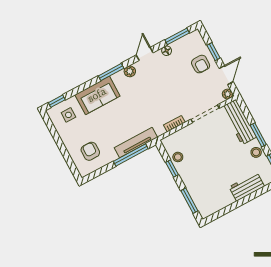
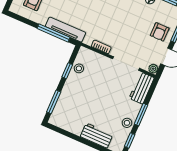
workbench: (239, 122) -> (142, 88), width x0.73

